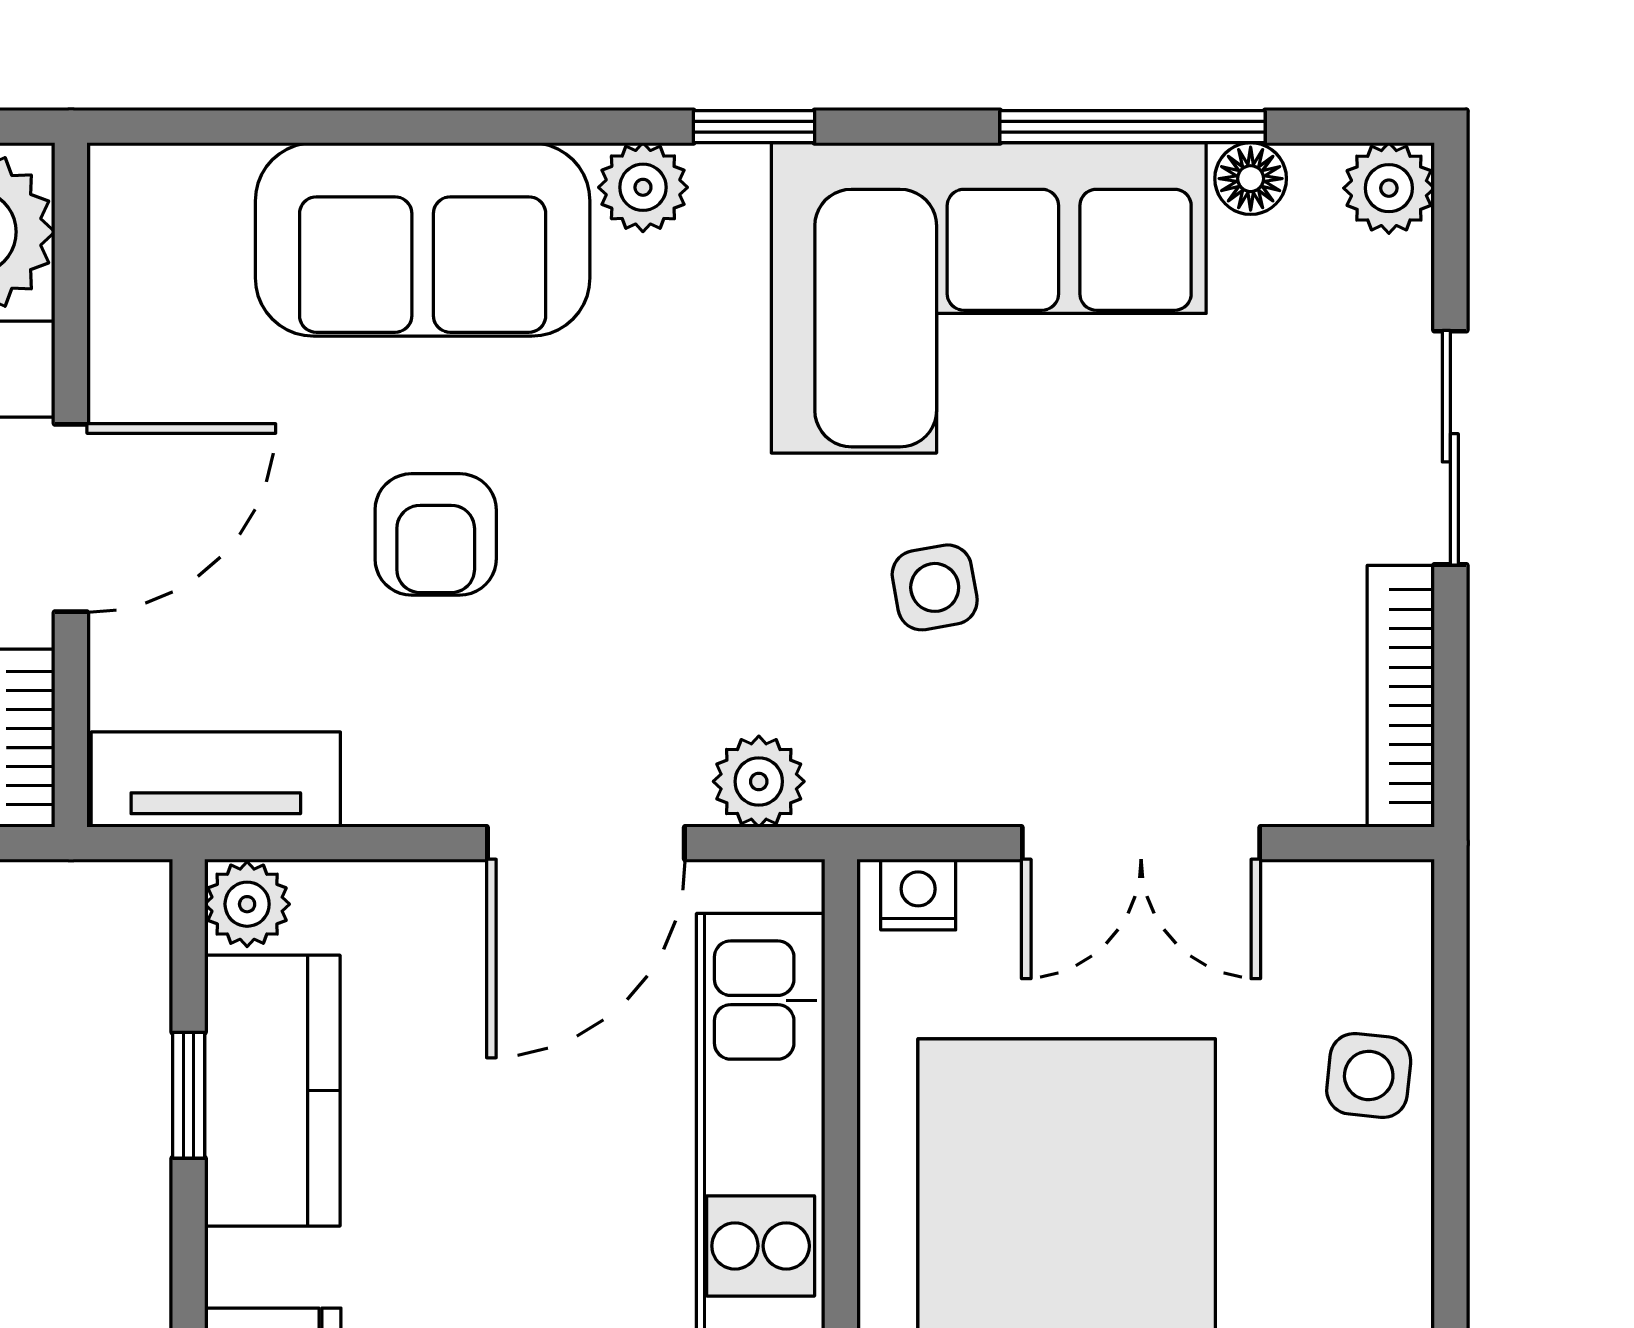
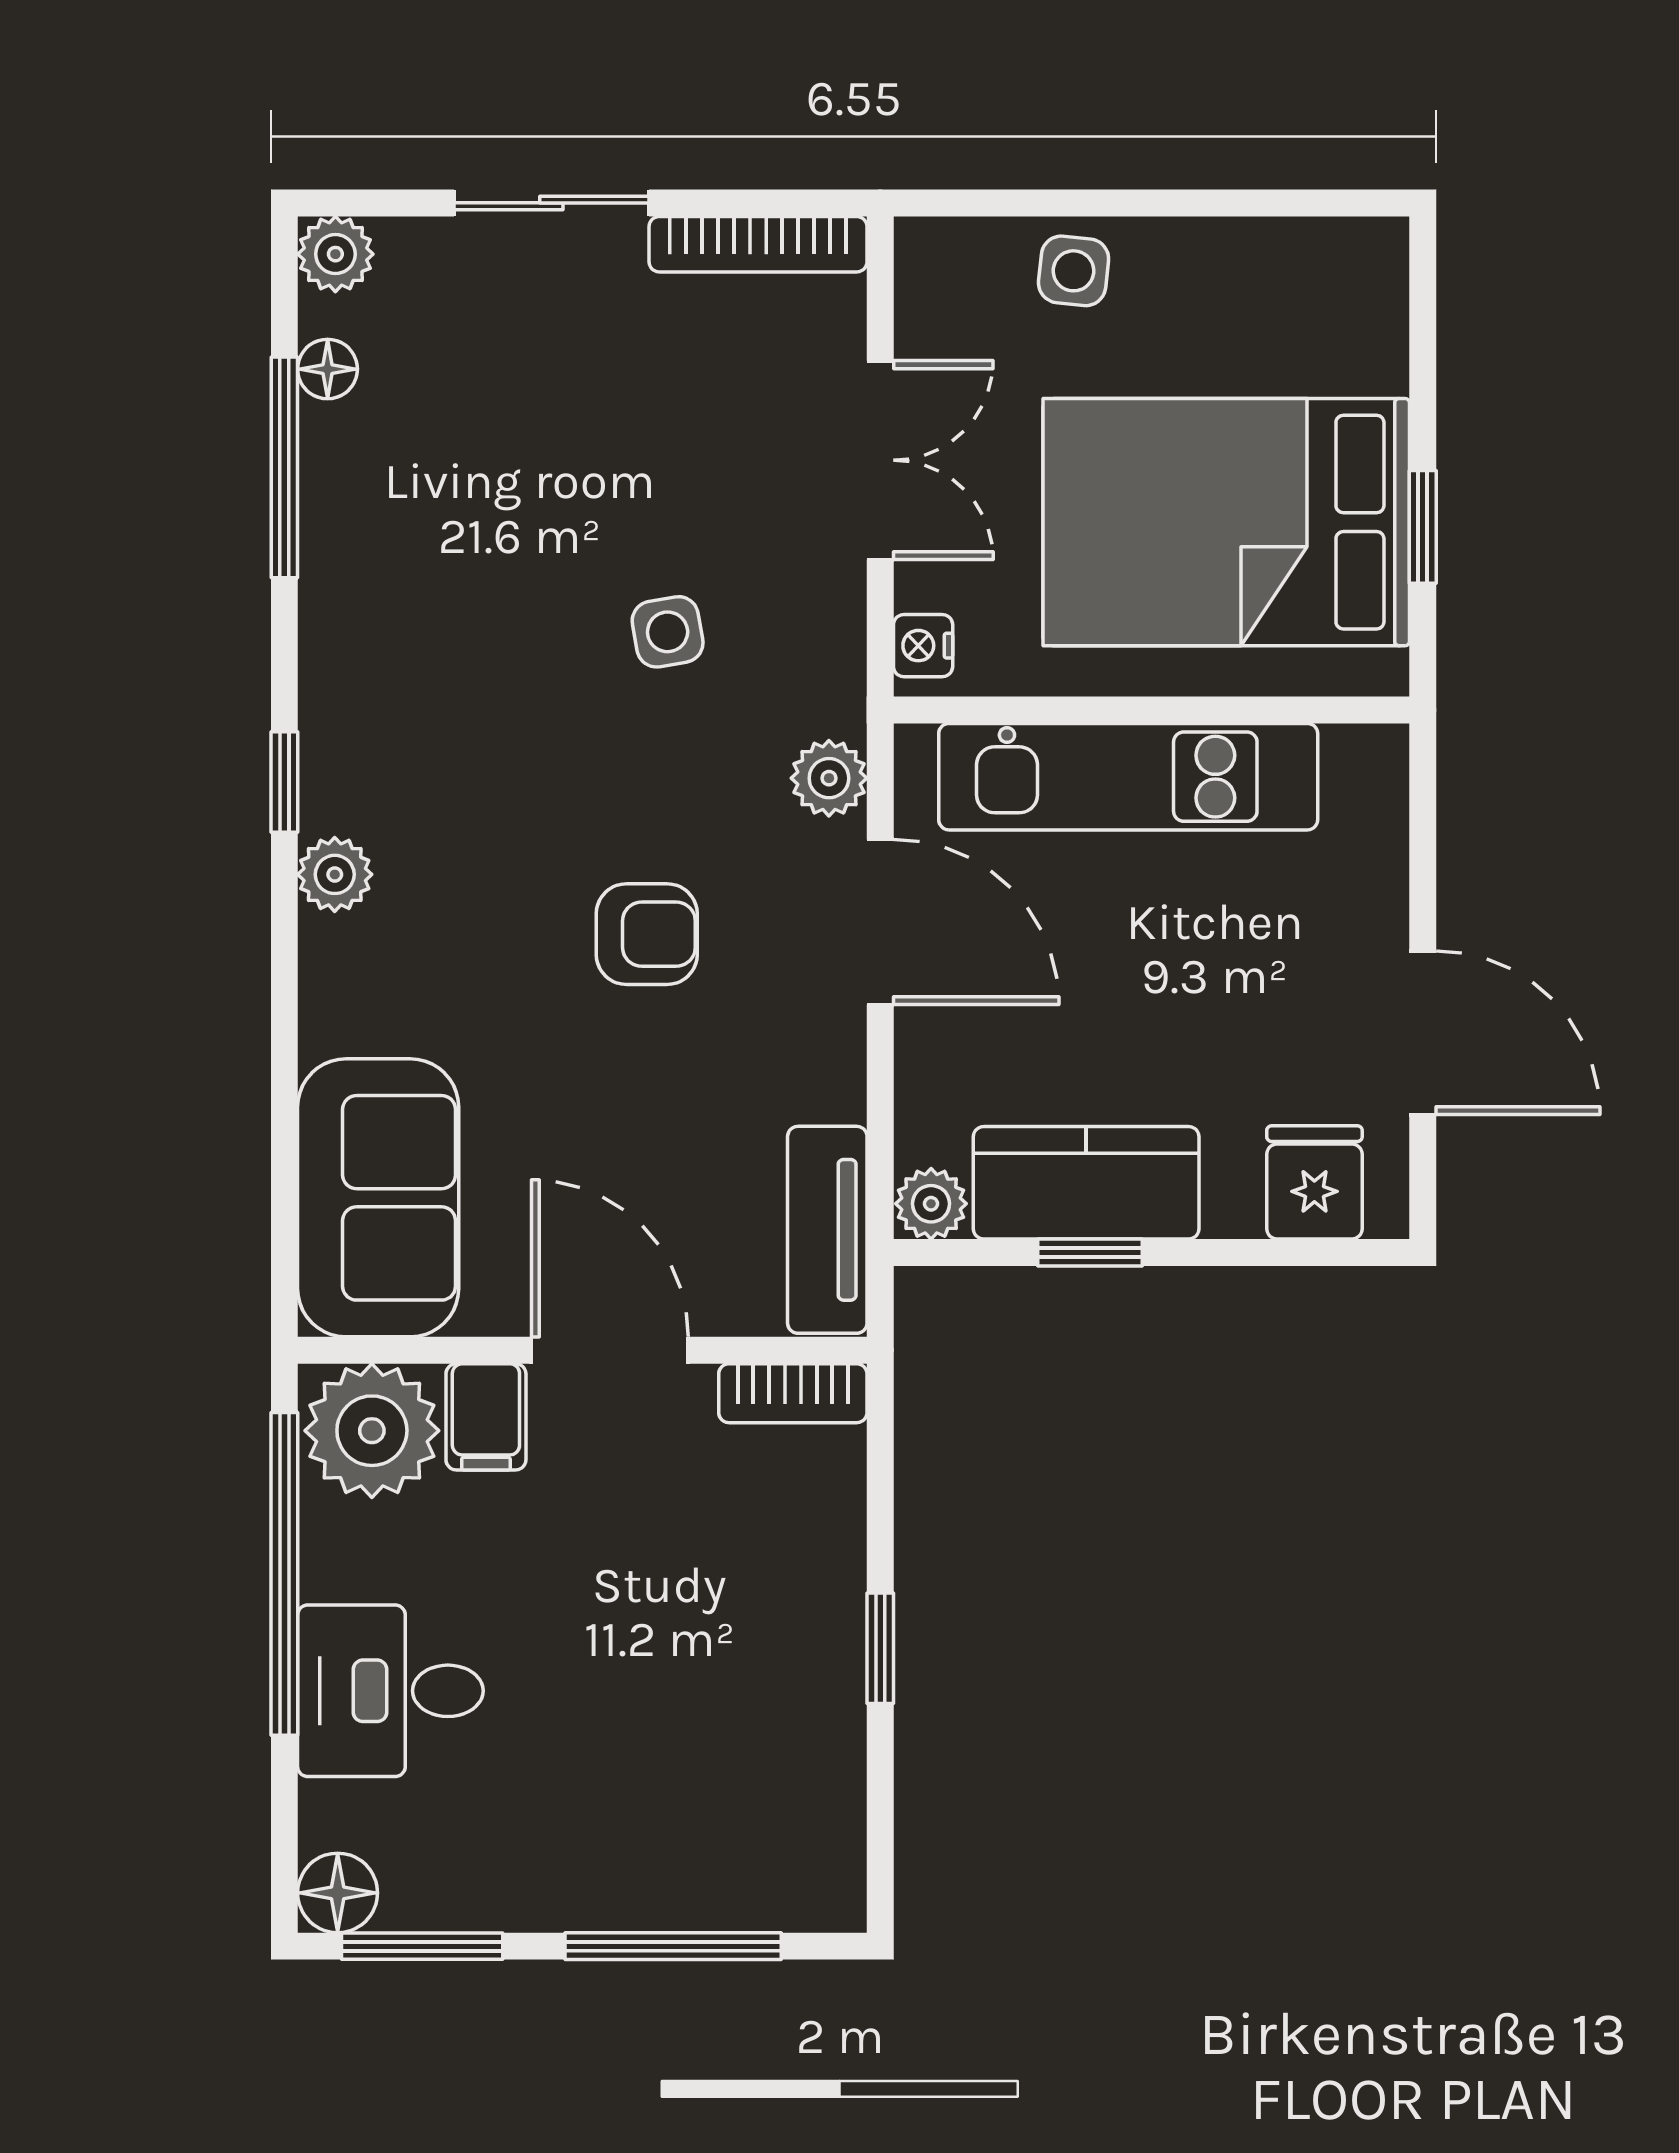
sofa: (423, 239) -> (378, 1198), moved
corner sofa: (989, 298) -> (427, 587), removed
armchair: (436, 534) -> (647, 934), moved

